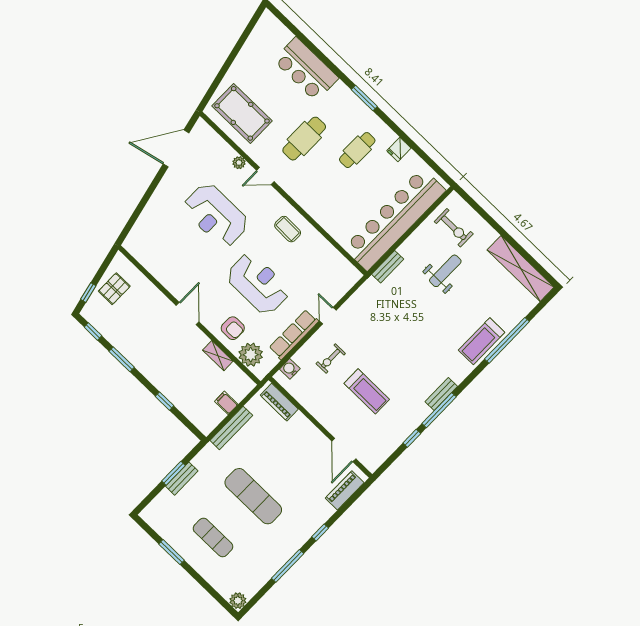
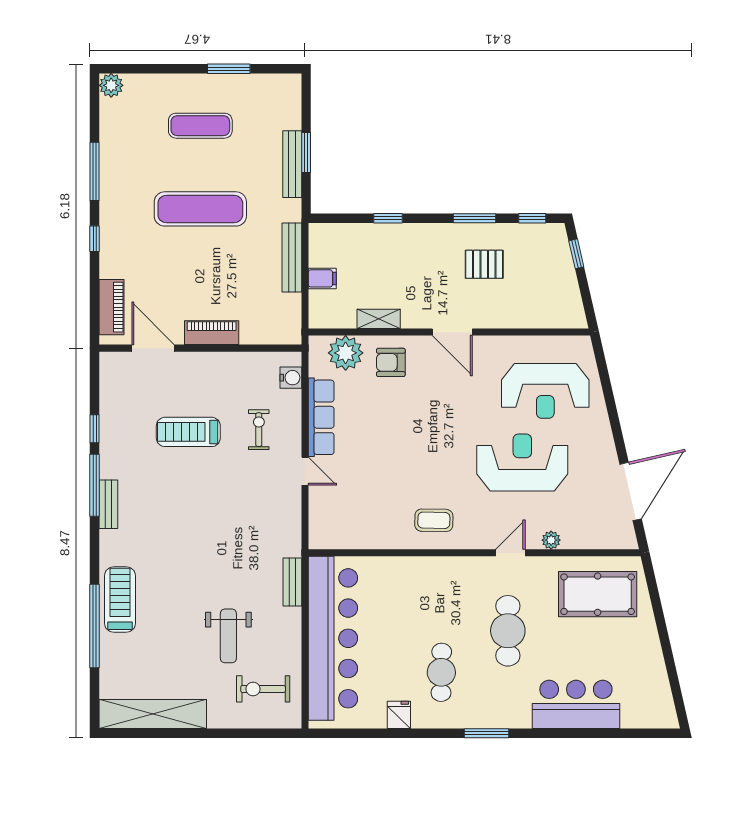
reception desk: (258, 284) -> (545, 391), moved
pallet: (114, 289) -> (484, 264), moved, turned 90
piano: (279, 402) -> (212, 333), moved
bench: (182, 479) -> (292, 164), width x1.36

